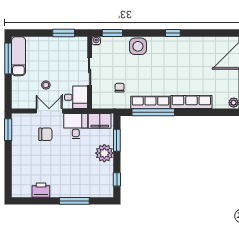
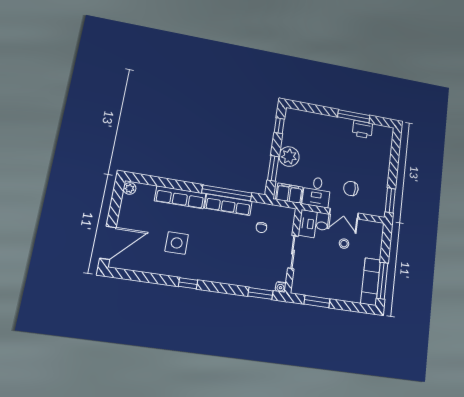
side table: (138, 46) -> (177, 243), moved
window: (74, 201) -> (354, 116), moved

